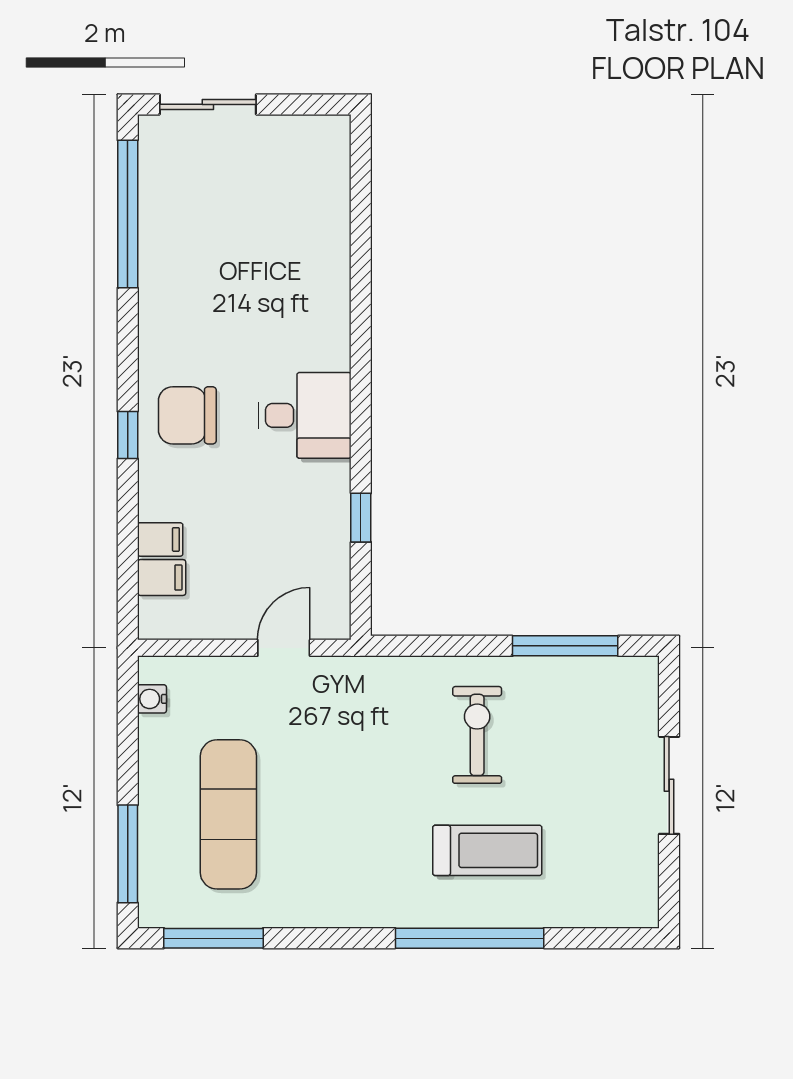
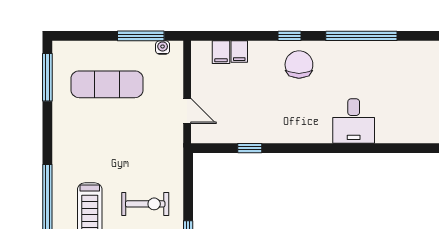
window: (128, 214) -> (361, 36), moved
desk: (305, 415) -> (354, 121), moved
window: (128, 854) -> (141, 36), moved

